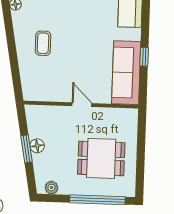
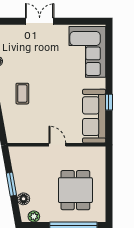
floor lamp: (37, 146) -> (24, 199), moved
dining table: (101, 158) -> (75, 190), turned 90

